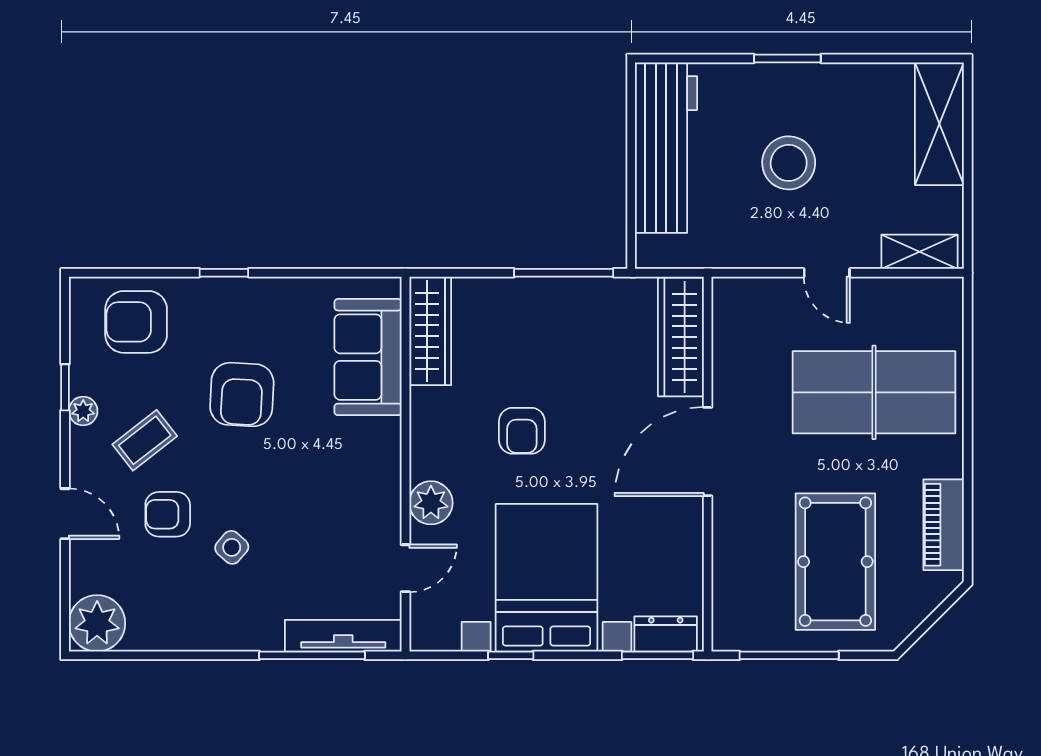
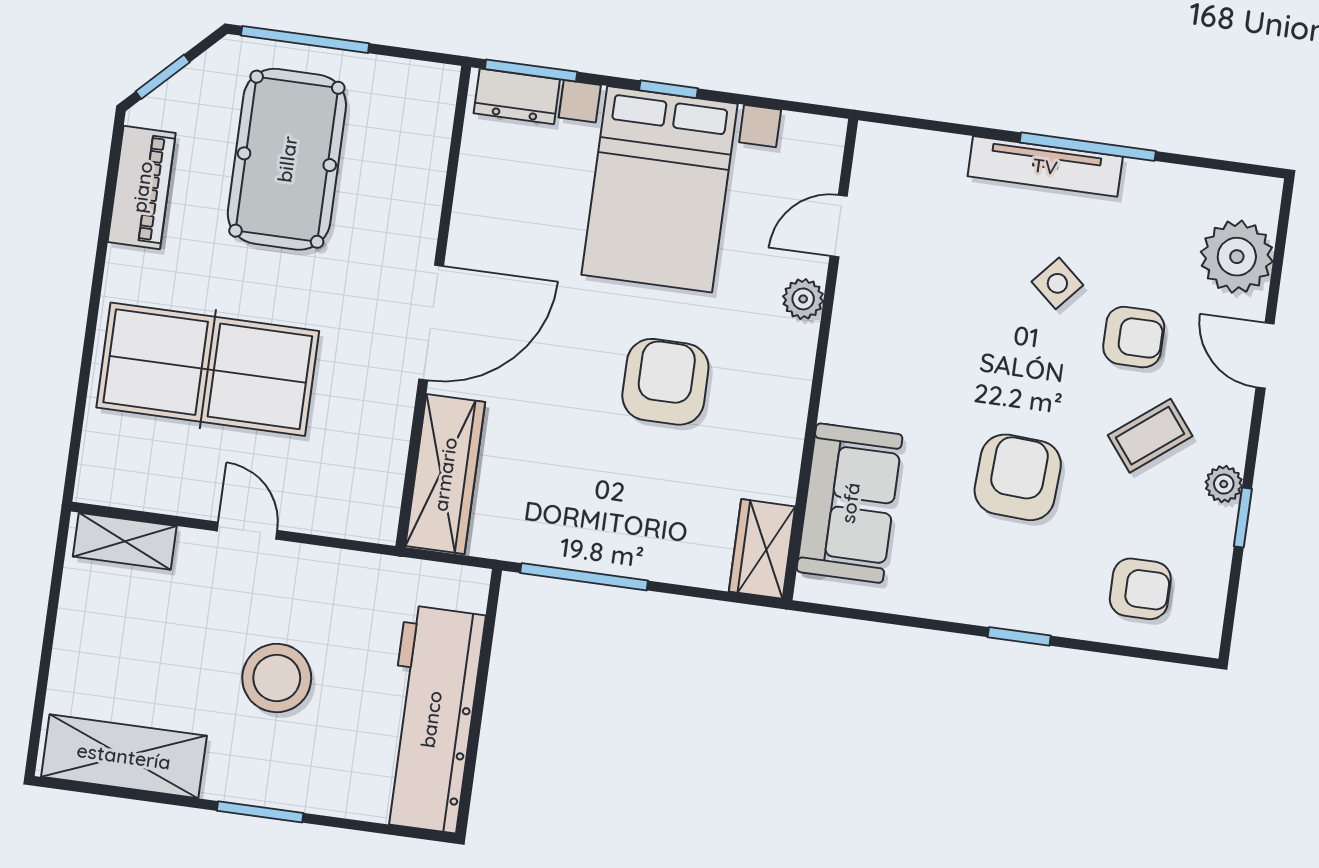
shelving: (939, 124) -> (124, 756), moved, turned 90
armchair: (136, 322) -> (1140, 589), width x0.72, depth x0.72
wardrobe: (430, 331) -> (762, 549), width x0.67
armchair: (522, 431) -> (665, 382), width x1.38, depth x1.38
plant: (431, 503) -> (803, 299), width x0.73, depth x0.73
window: (939, 612) -> (163, 77), added
plant: (97, 623) -> (1237, 257), moved
tv unit: (343, 636) -> (1045, 166), moved
window: (312, 655) -> (1088, 147), moved
window: (511, 655) -> (669, 89), moved
window: (789, 655) -> (305, 39), moved

